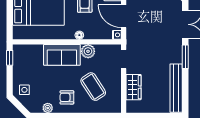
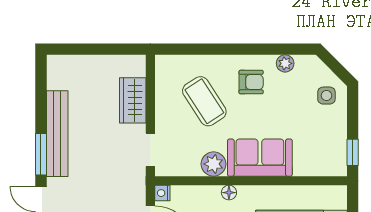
bench: (176, 88) -> (57, 134), moved

